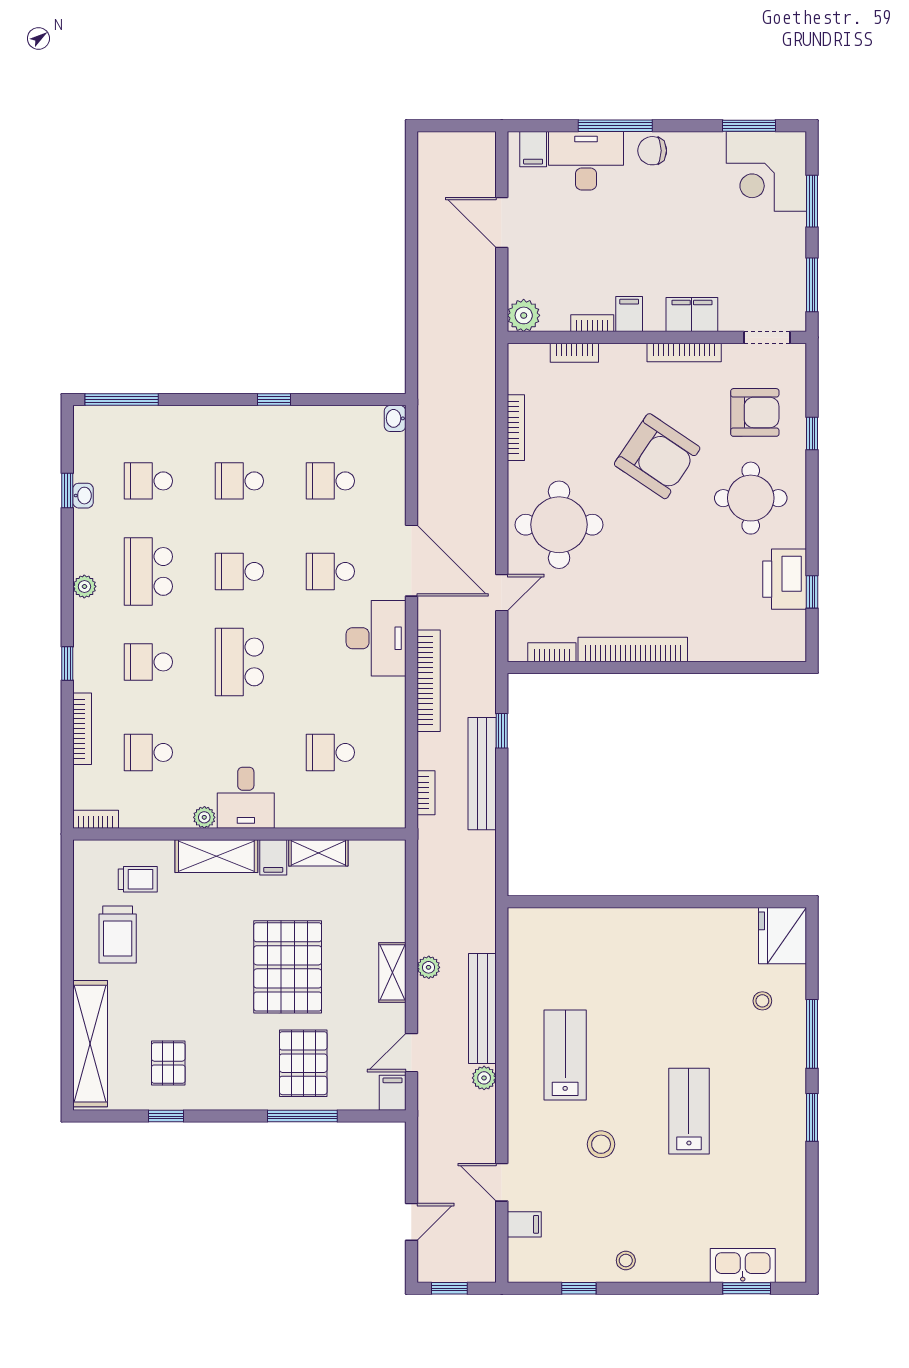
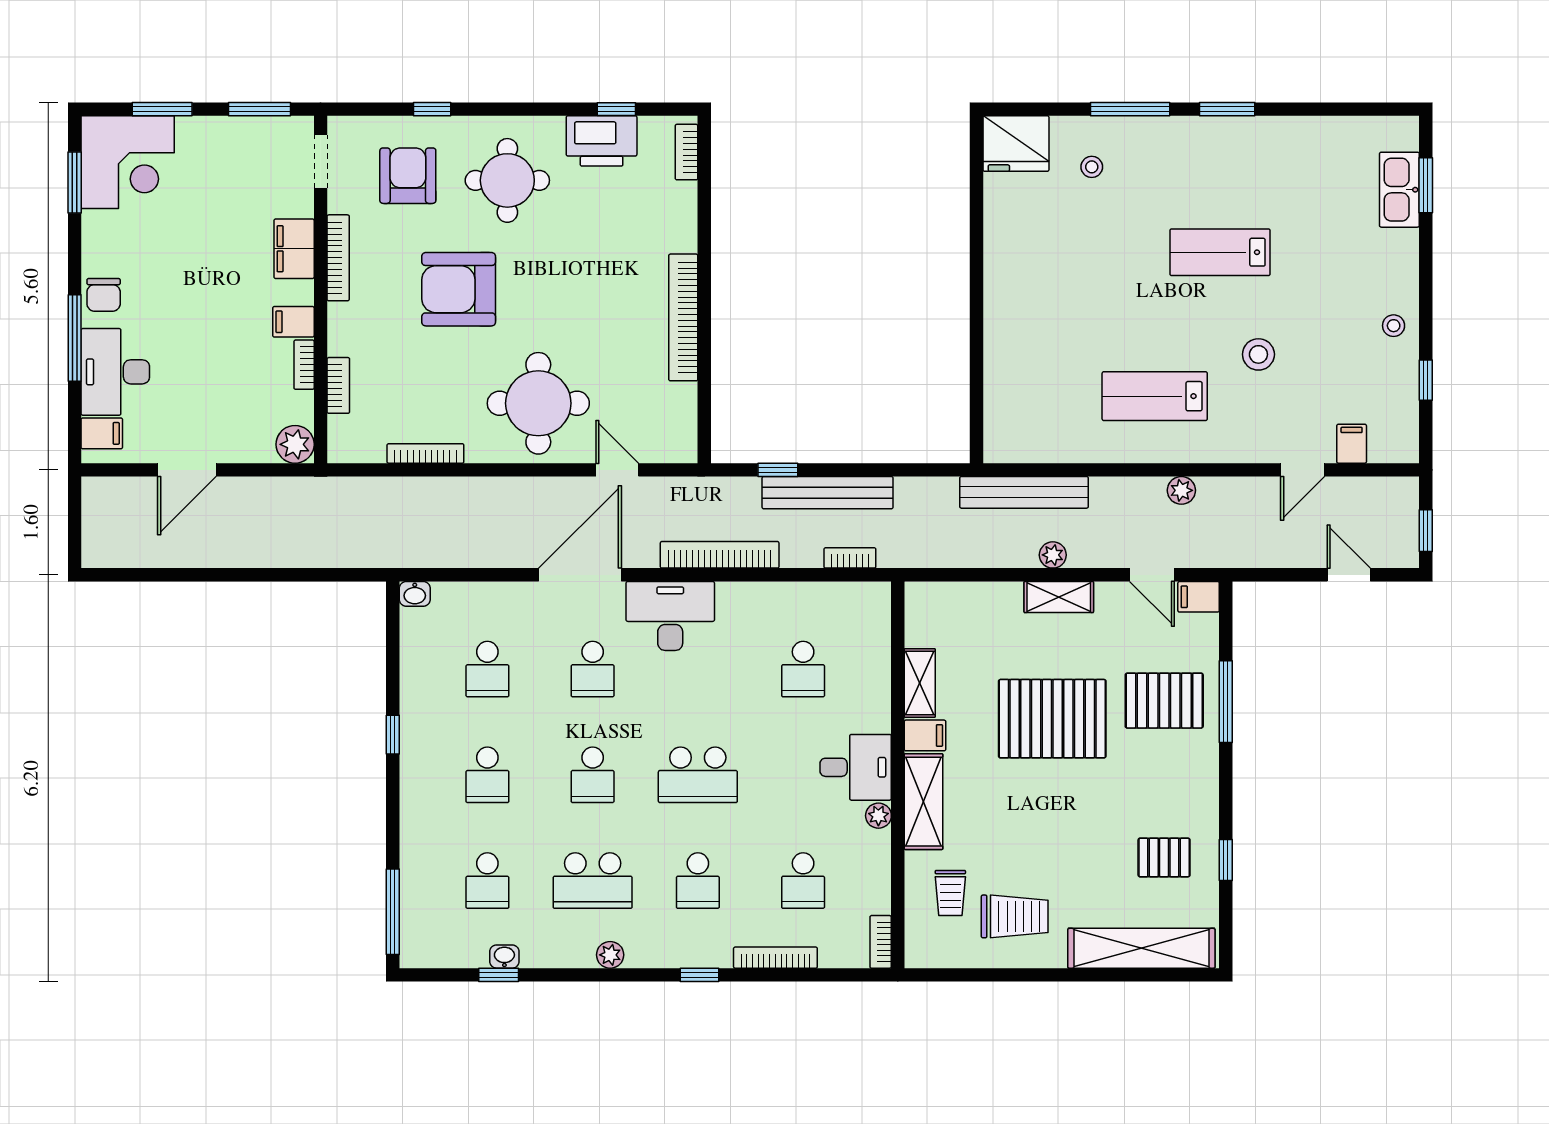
armchair: (657, 456) -> (459, 289), turned -124
bookcase: (552, 652) -> (687, 152), moved
trolley: (138, 879) -> (950, 893), turned 180
bench: (482, 1008) -> (1024, 492), moved

